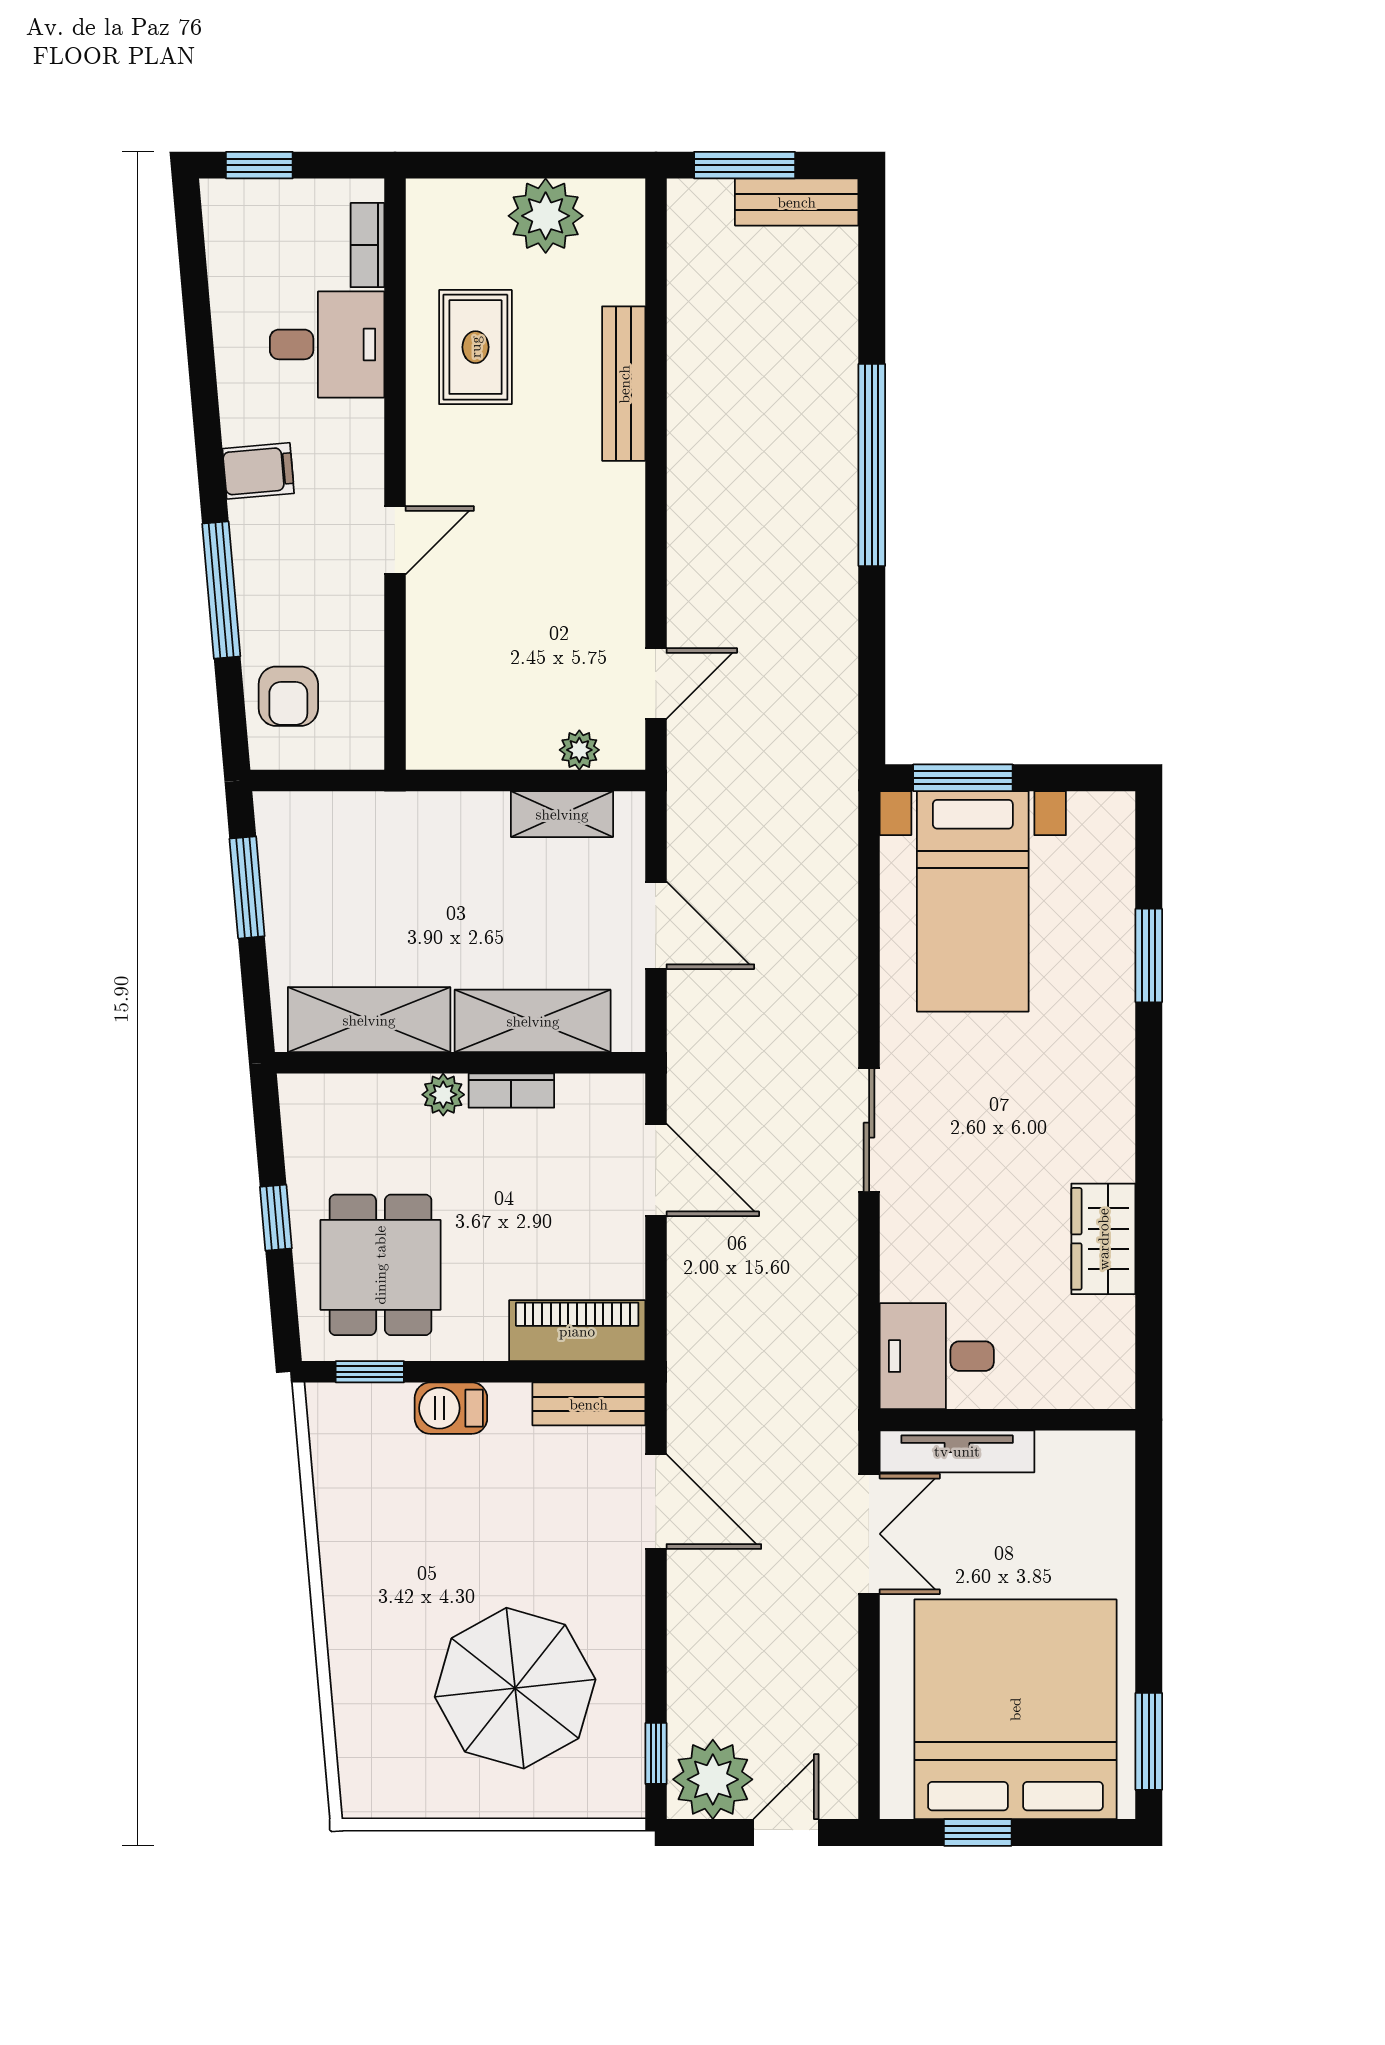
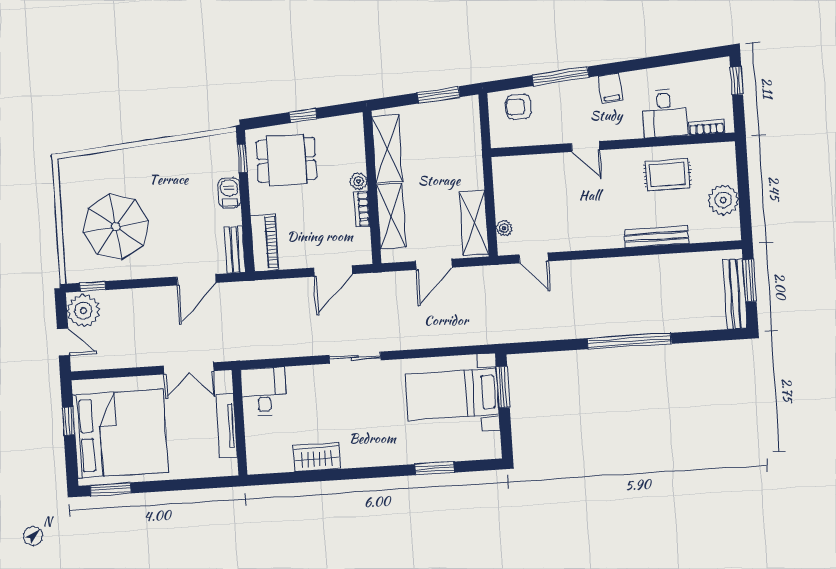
bench: (797, 202) -> (735, 294), width x1.36
shelving: (562, 814) -> (474, 223), width x1.50, depth x1.33
tv unit: (957, 1451) -> (227, 426), moved

